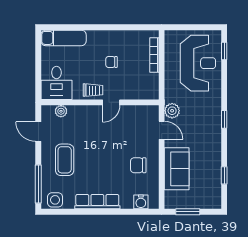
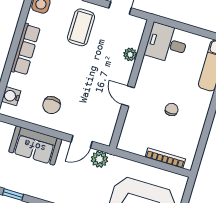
trolley: (93, 90) -> (147, 80), removed
plant: (61, 111) -> (130, 54), moved
coffee table: (65, 160) -> (81, 27), turned 90
chair: (138, 165) -> (52, 105), turned 180

